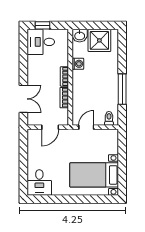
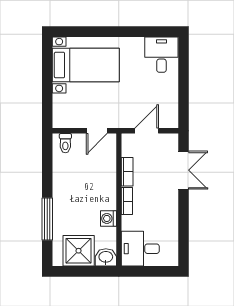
window: (42, 25) -> (157, 271), removed
desk: (41, 42) -> (140, 249), moved, turned 180
window: (122, 89) -> (47, 219), moved
double door: (23, 99) -> (184, 170), swing flipped

